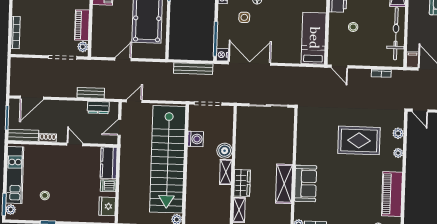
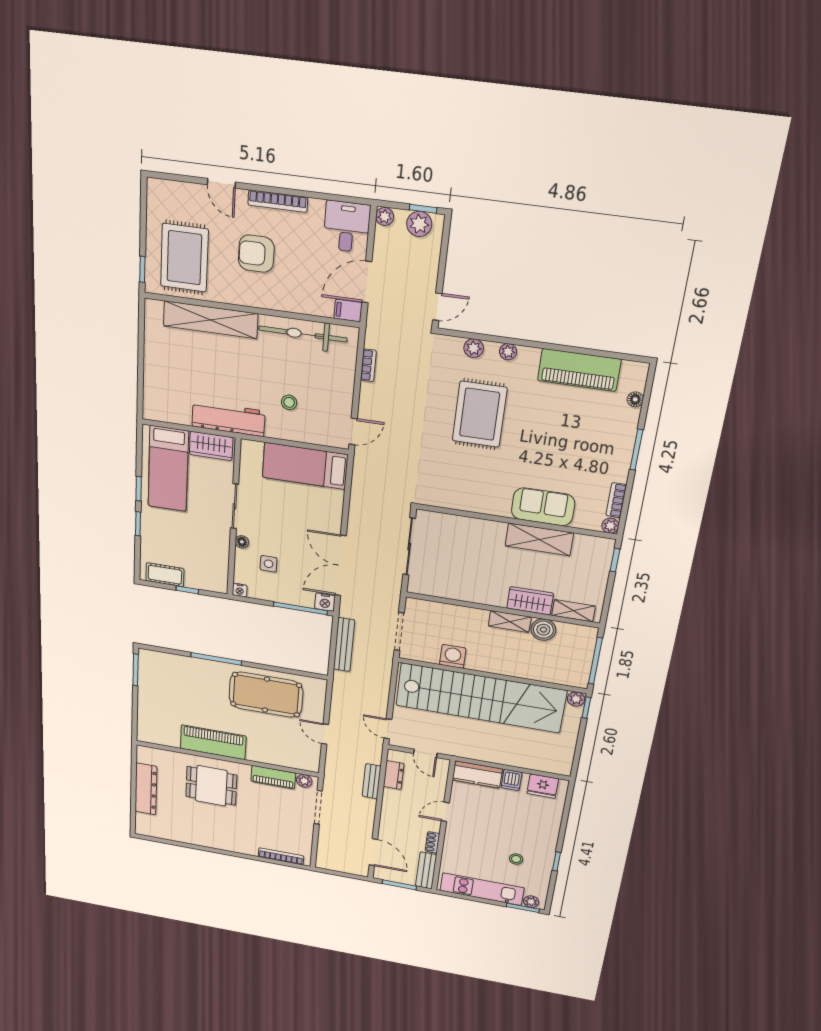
boiler: (225, 151) -> (543, 630), moved

